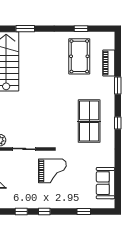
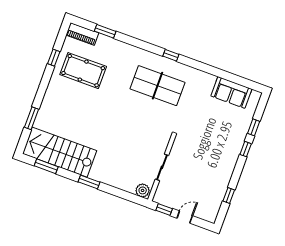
piano: (109, 63) -> (82, 34), moved
window: (118, 86) -> (105, 31), moved
grand piano: (52, 171) -> (197, 145), removed
window: (44, 211) -> (246, 149), moved

